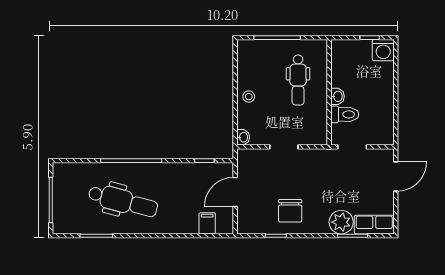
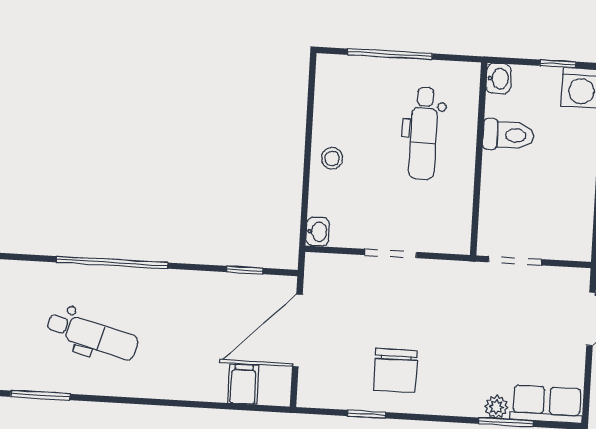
washbasin: (338, 96) -> (499, 79), moved
toilet: (345, 114) -> (509, 135), moved
door: (235, 192) -> (297, 330), width x1.36
dental chair: (123, 201) -> (92, 335), width x0.73, depth x0.72
plant: (341, 222) -> (496, 407), width x0.53, depth x0.53

